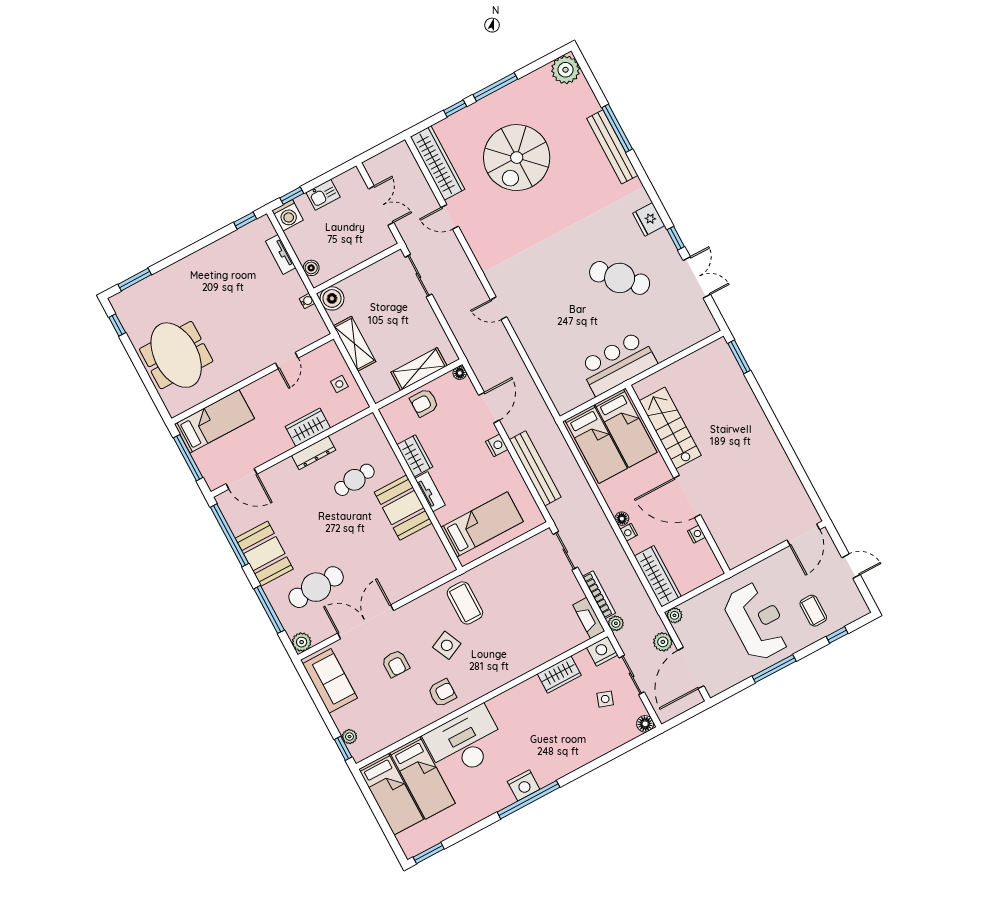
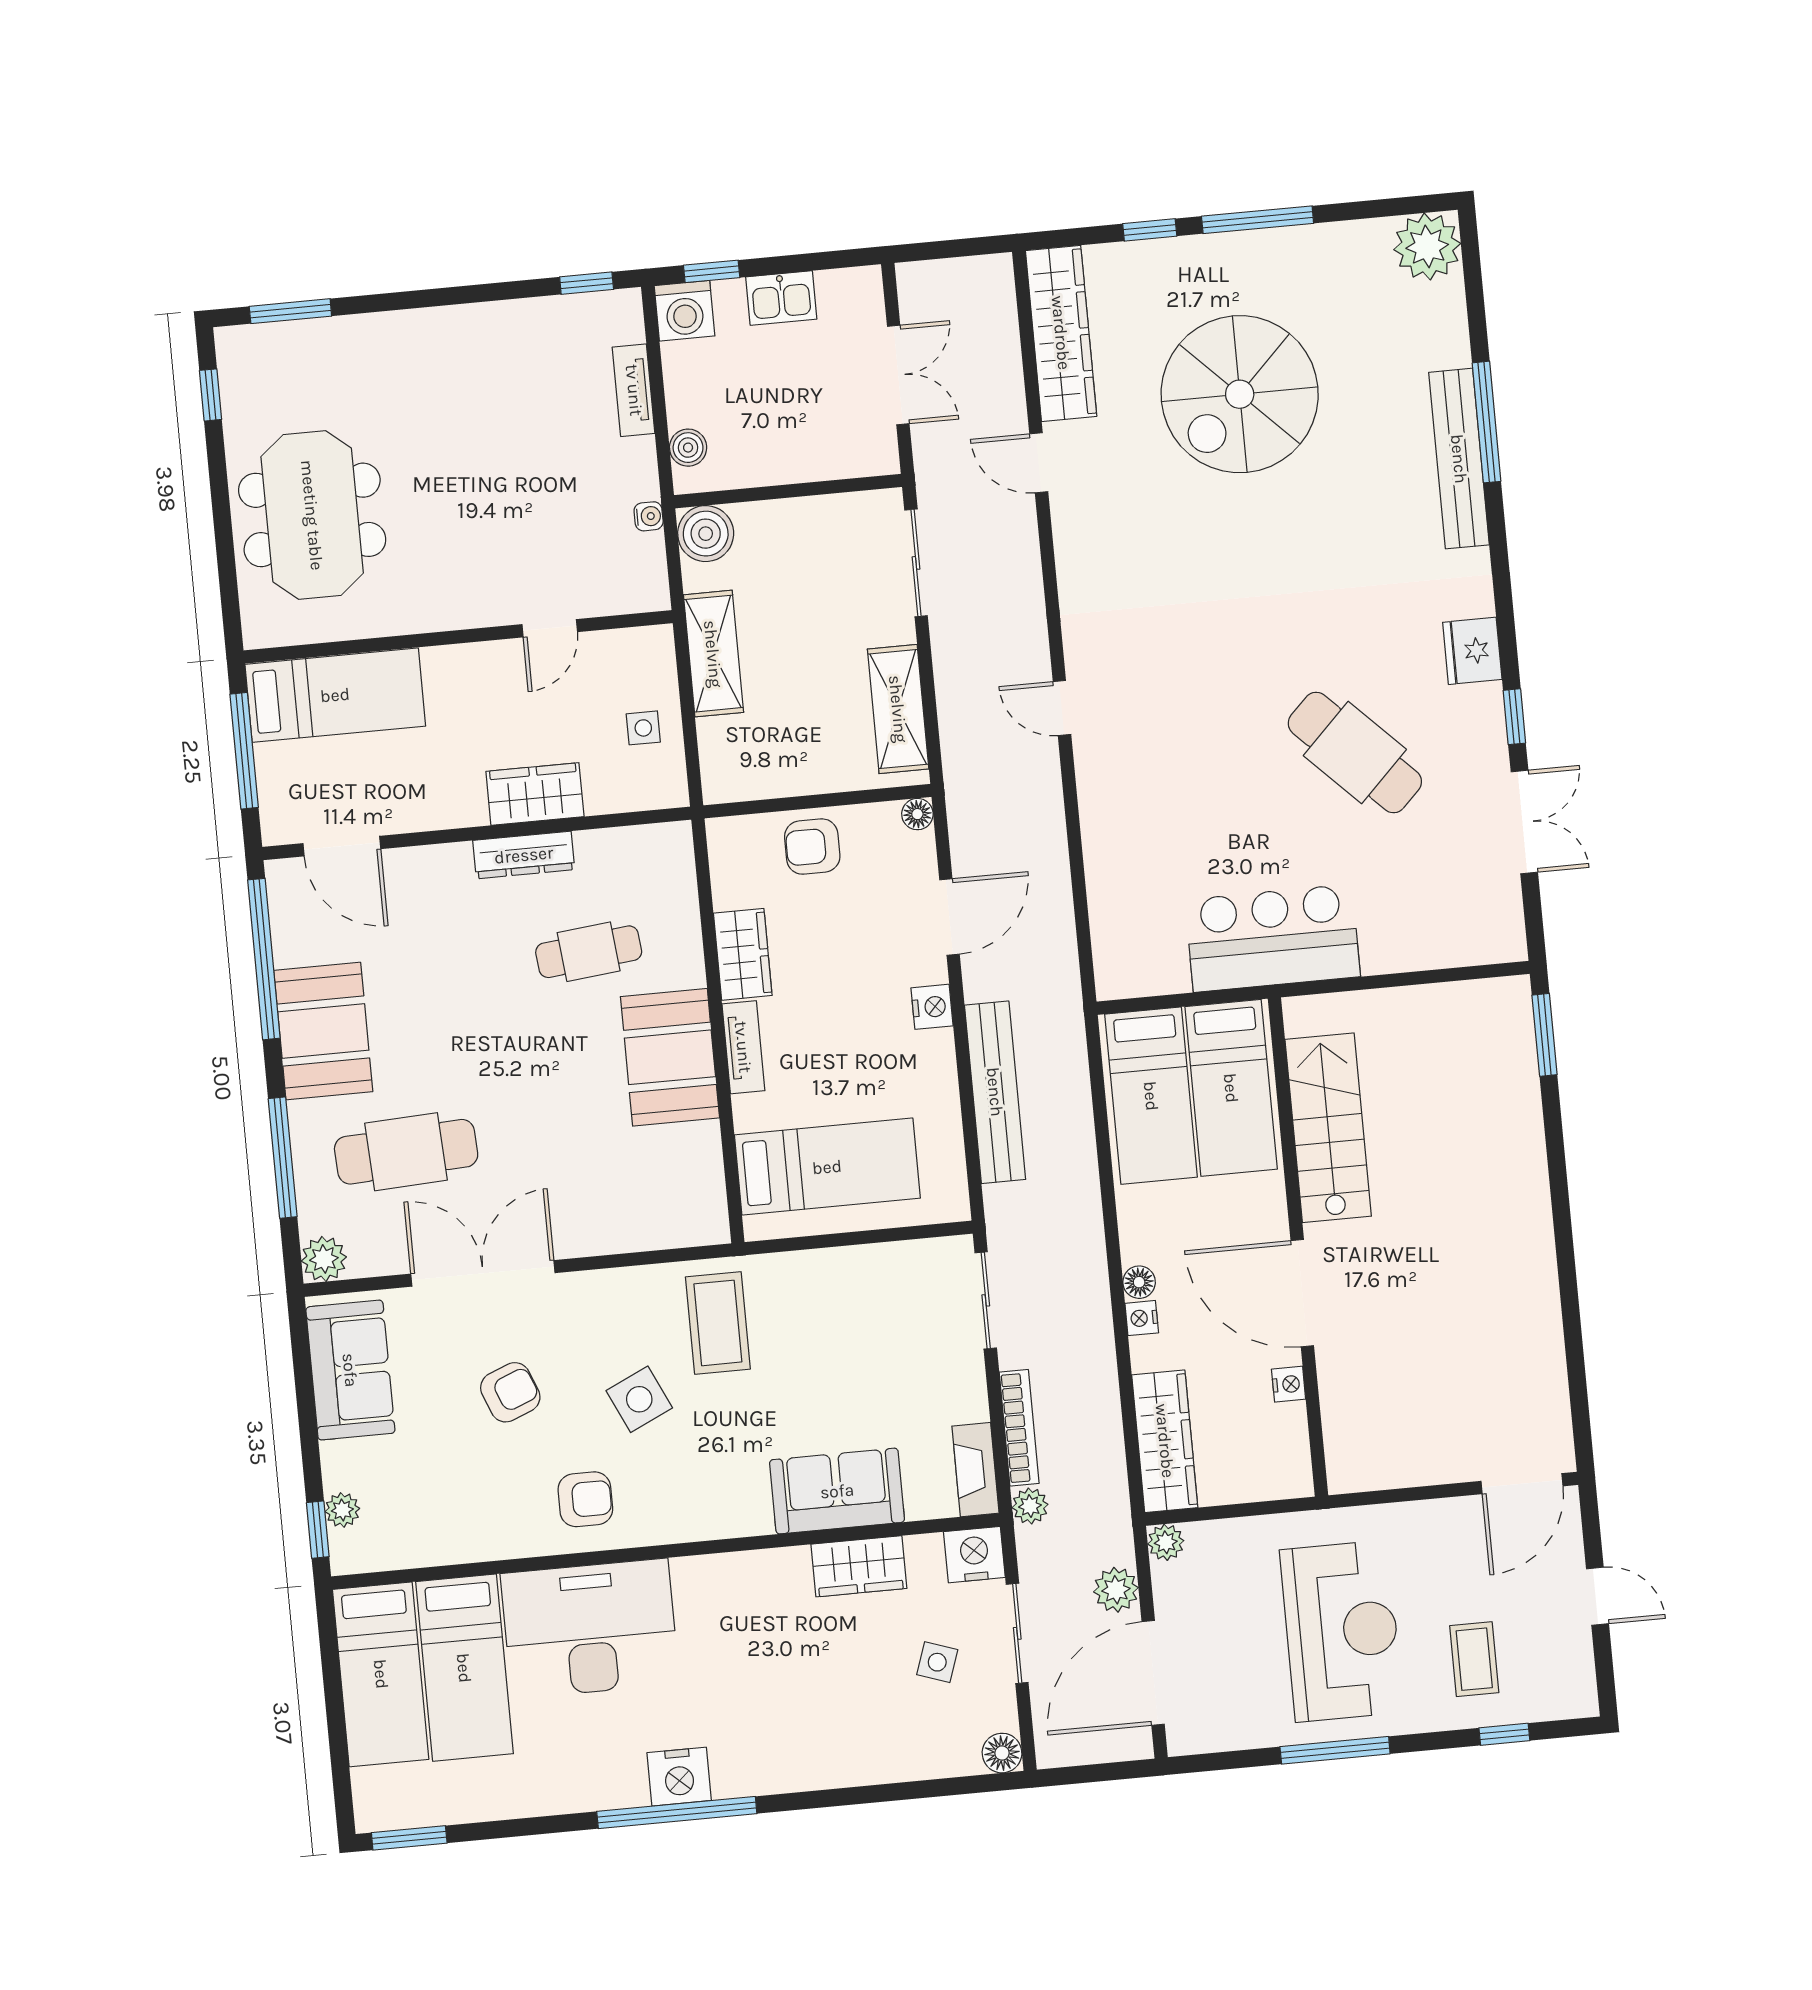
shelving: (419, 369) -> (898, 709), moved, turned 90
sofa: (539, 649) -> (837, 1491), added
armchair: (396, 664) -> (510, 1392), turned -112

